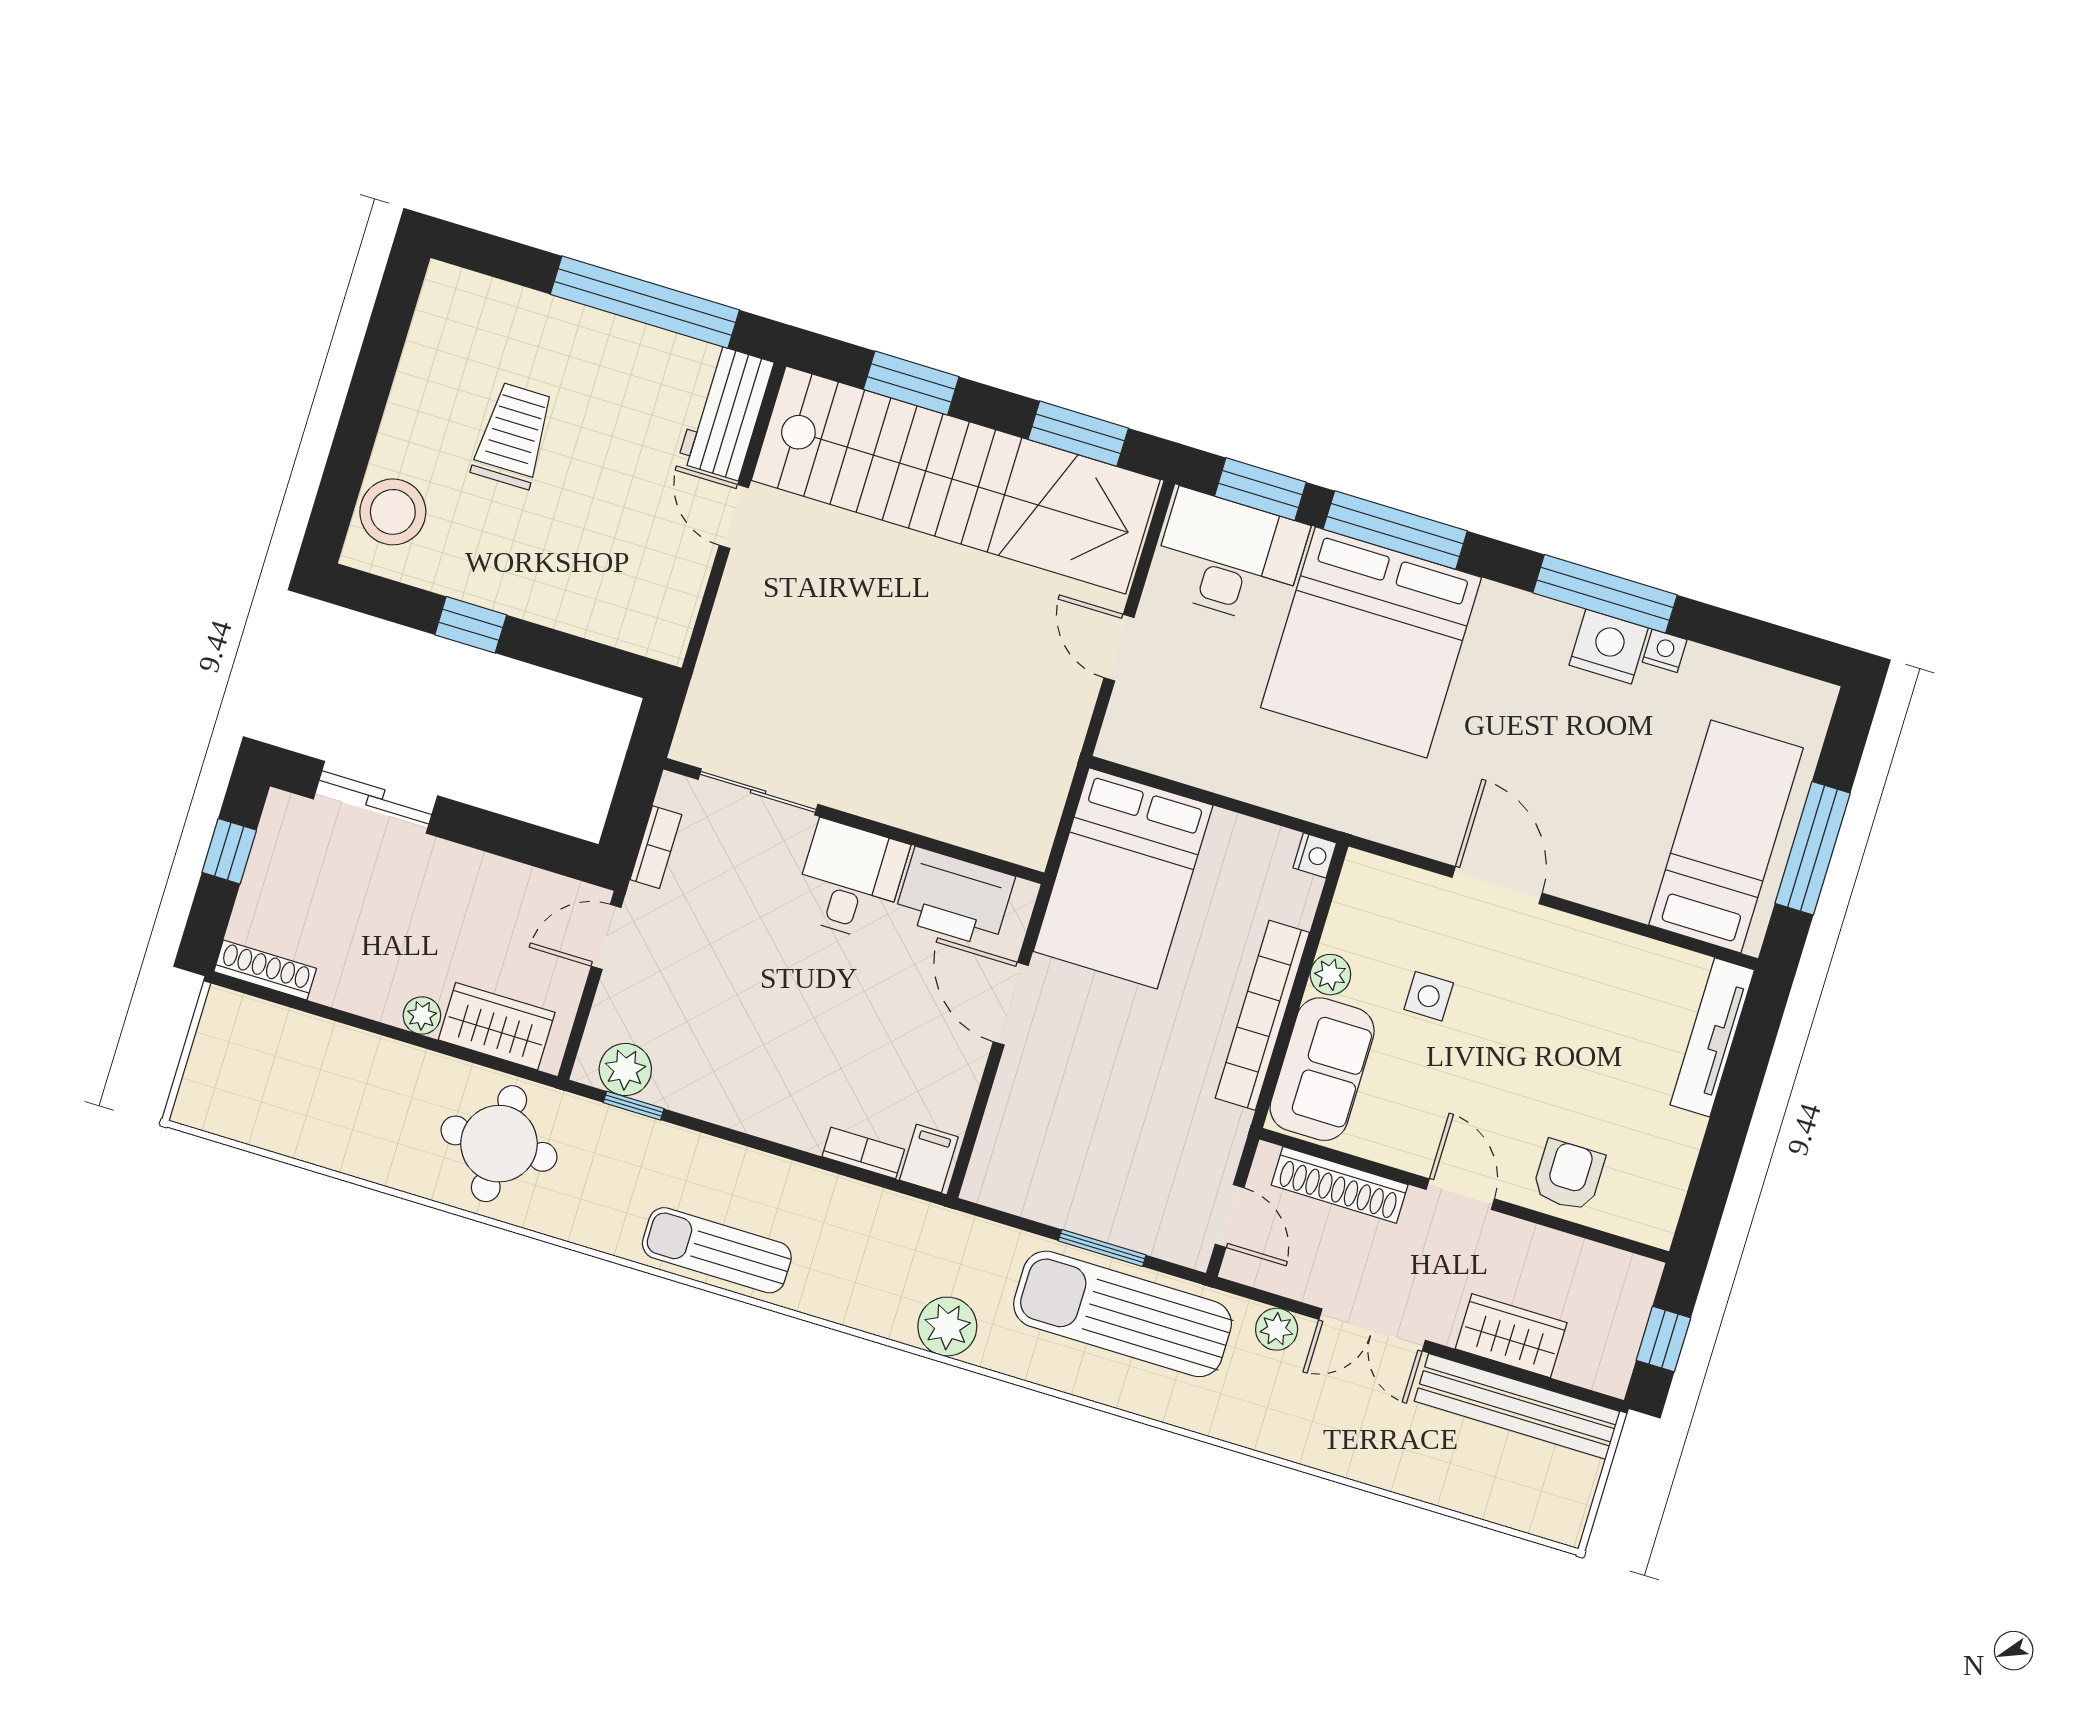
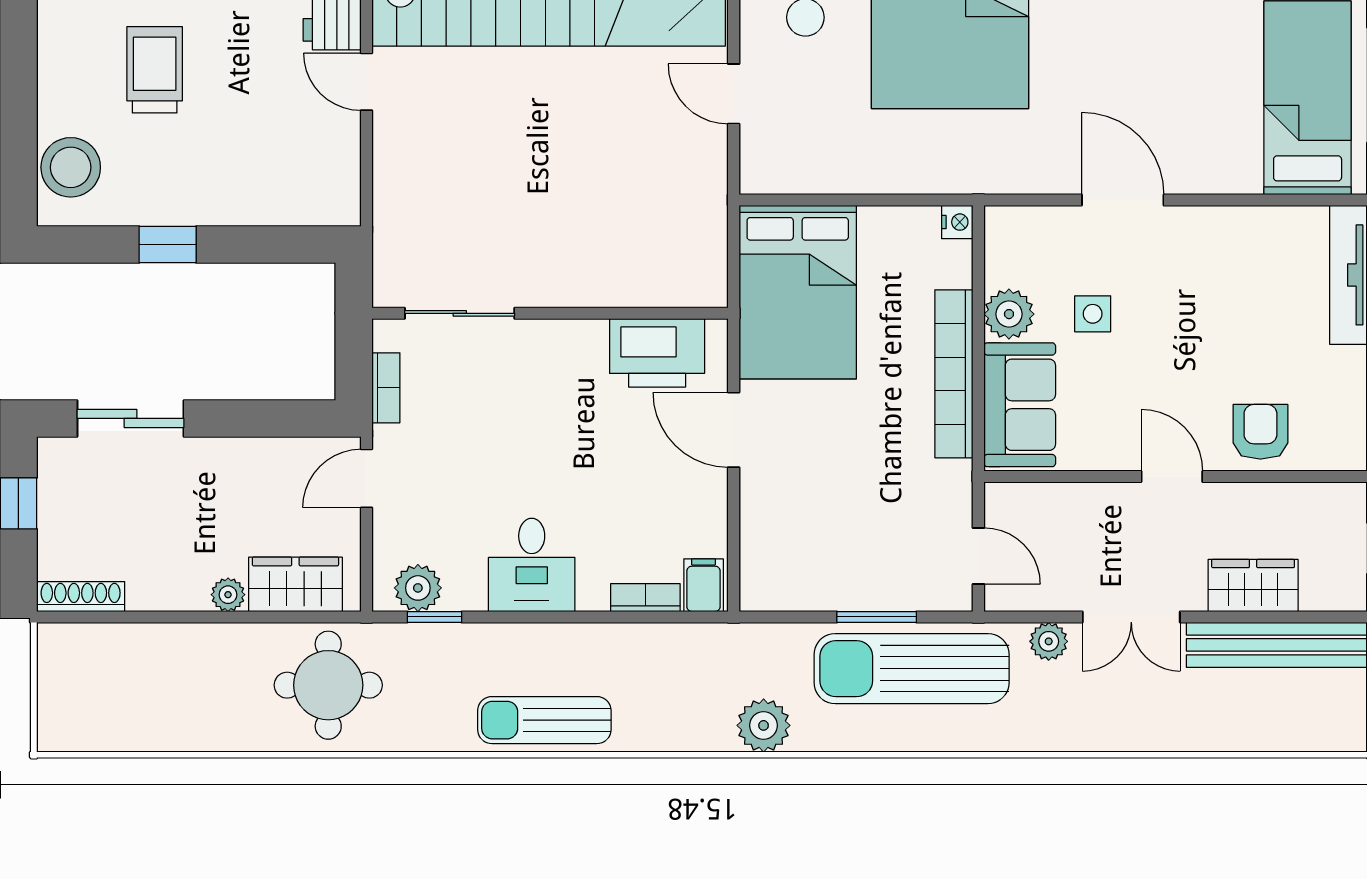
desk: (850, 880) -> (532, 565), moved, turned 180
plant: (1330, 975) -> (1009, 314), width x1.38, depth x1.38
shoe rack: (1340, 1185) -> (1065, 500), removed

